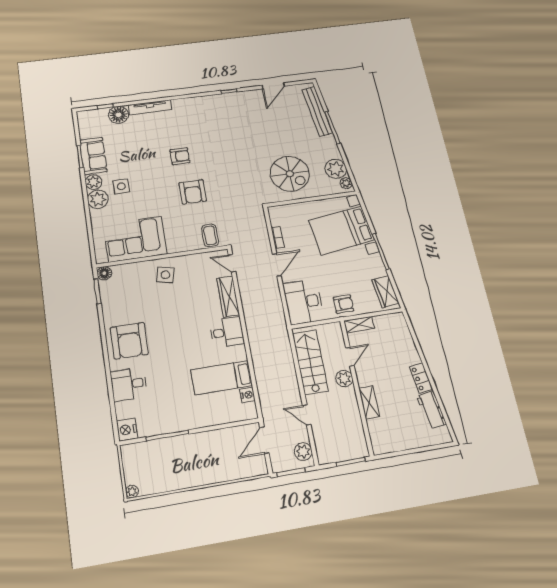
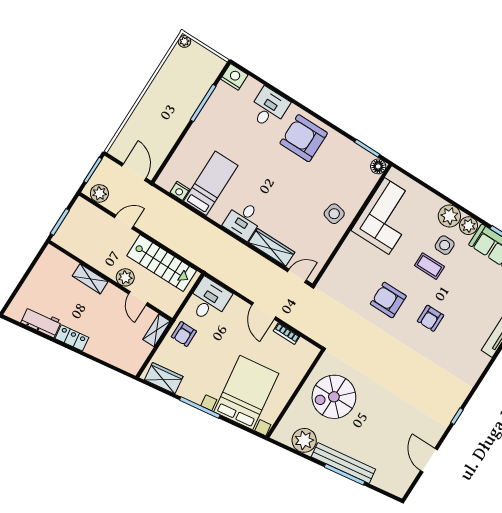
bench: (317, 111) -> (343, 463), moved
plant: (346, 183) -> (284, 437), removed
coffee table: (210, 235) -> (429, 266), moved
desk: (303, 302) -> (209, 300), width x0.73

